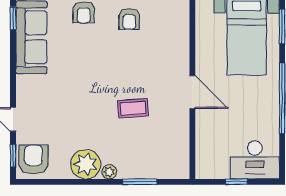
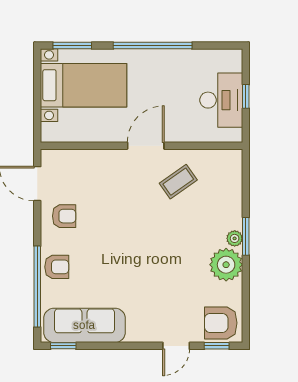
coffee table: (133, 108) -> (178, 182), moved, turned 59
desk: (255, 160) -> (221, 100), moved
window: (140, 182) -> (246, 236), moved

